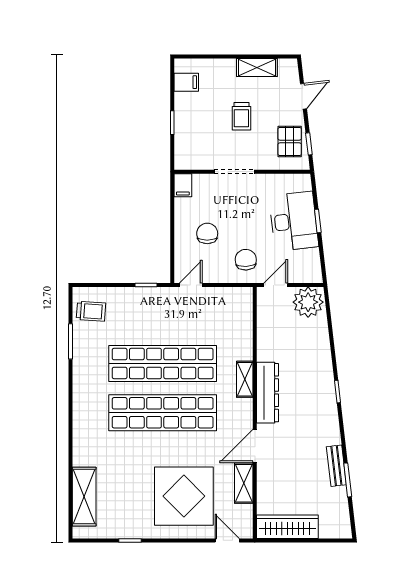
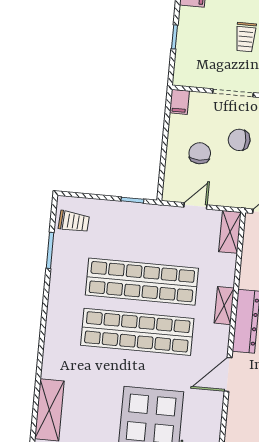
chair: (246, 260) -> (239, 140), moved, turned -87
door: (191, 285) -> (195, 206), moved
shelving: (244, 483) -> (230, 232), moved

